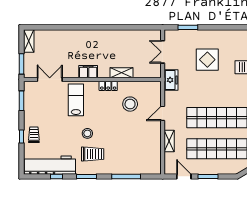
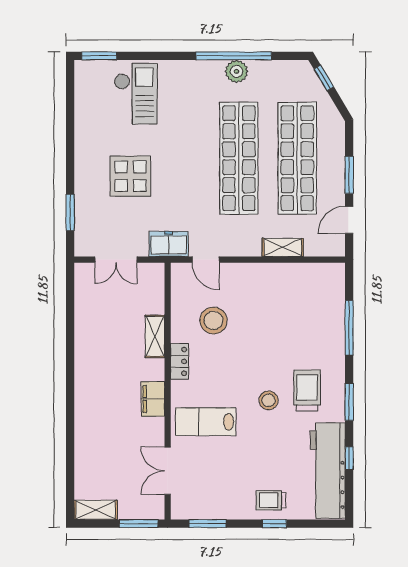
door: (163, 113) -> (206, 260), moved

